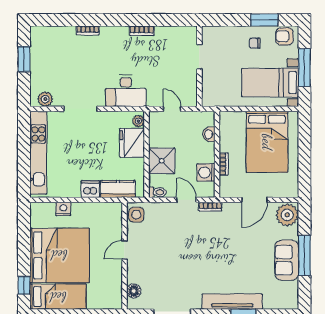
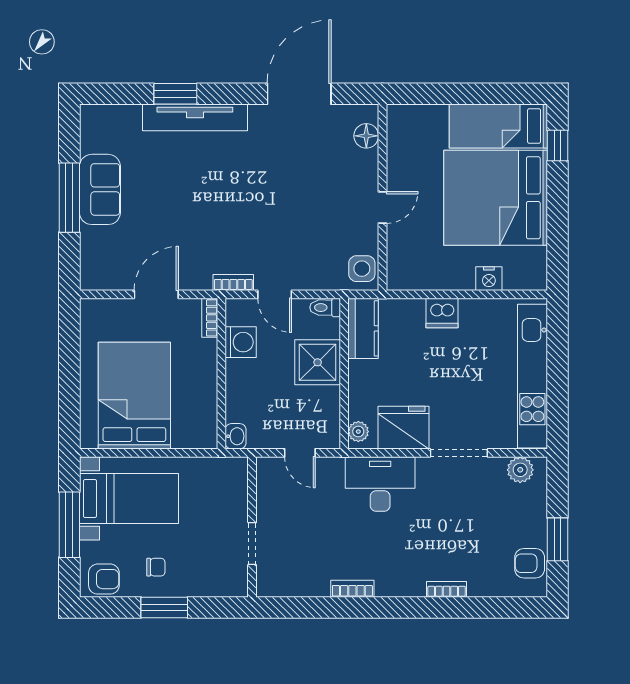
window: (264, 20) -> (164, 607), moved
armchair: (40, 45) -> (530, 563), added
washbasin: (209, 134) -> (236, 436), moved
fridge: (132, 143) -> (404, 428), moved, turned -90
bookcase: (224, 164) -> (210, 318), moved
kitchen counter: (118, 189) -> (363, 328), moved, turned -90
plant: (287, 215) -> (99, 268), removed

